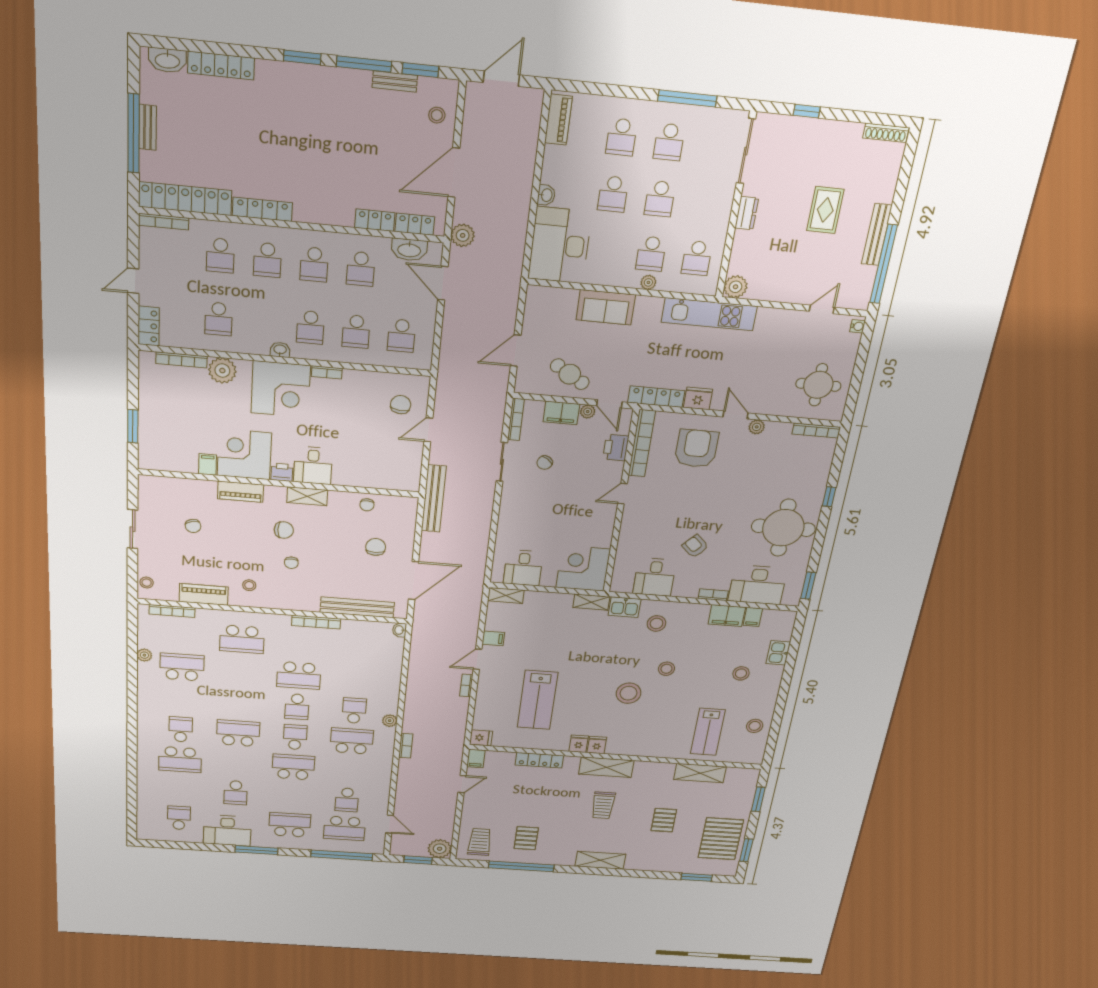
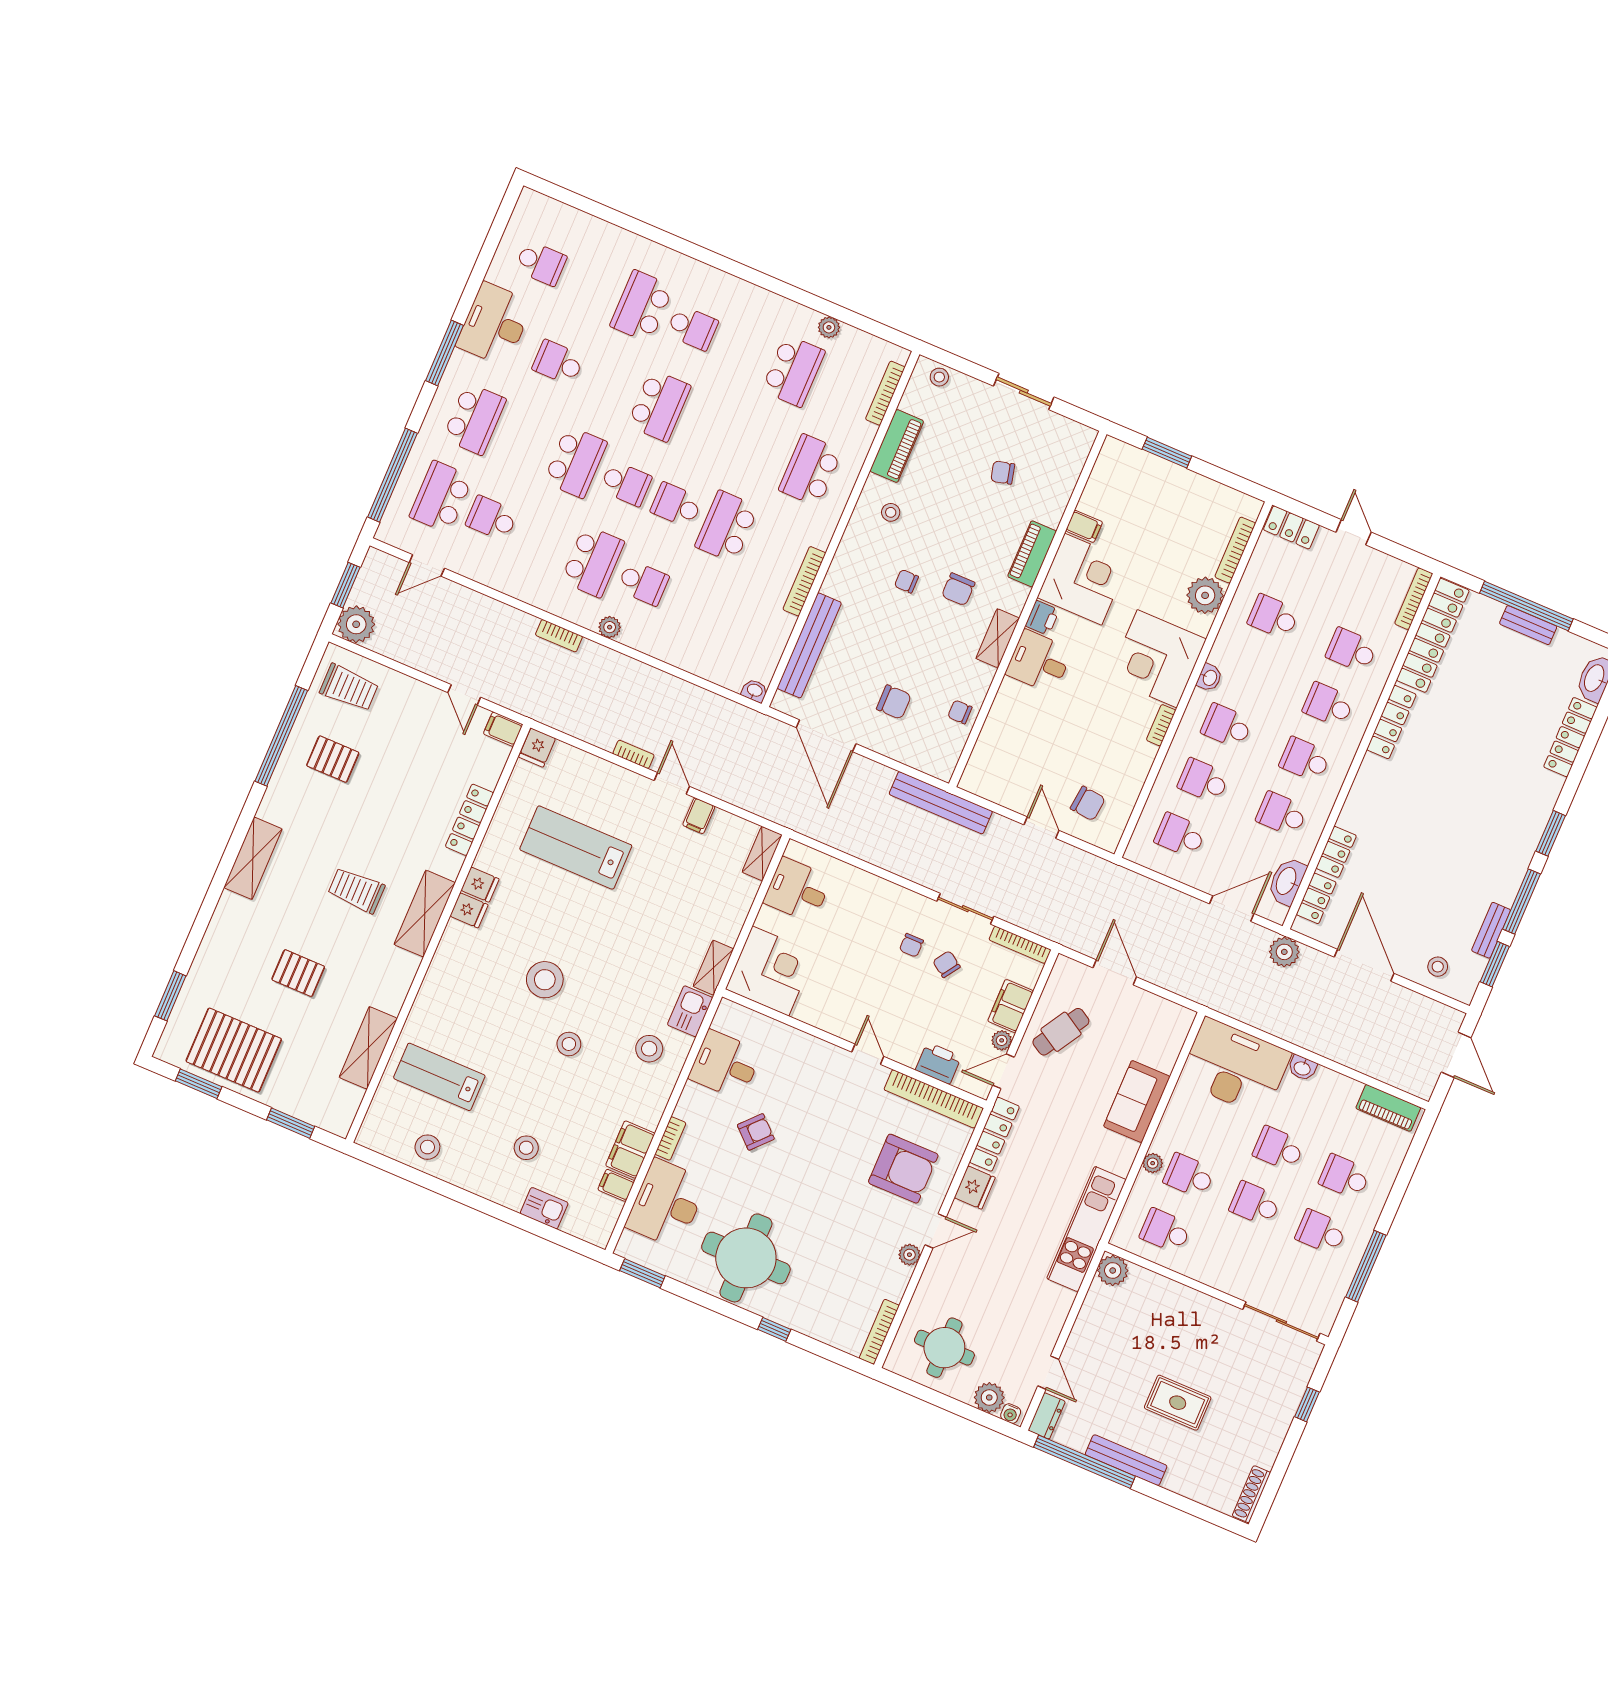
dresser: (747, 213) -> (1047, 1416), moved, turned -90
plant: (849, 344) -> (989, 1398), added
chair: (538, 488) -> (911, 945), added

